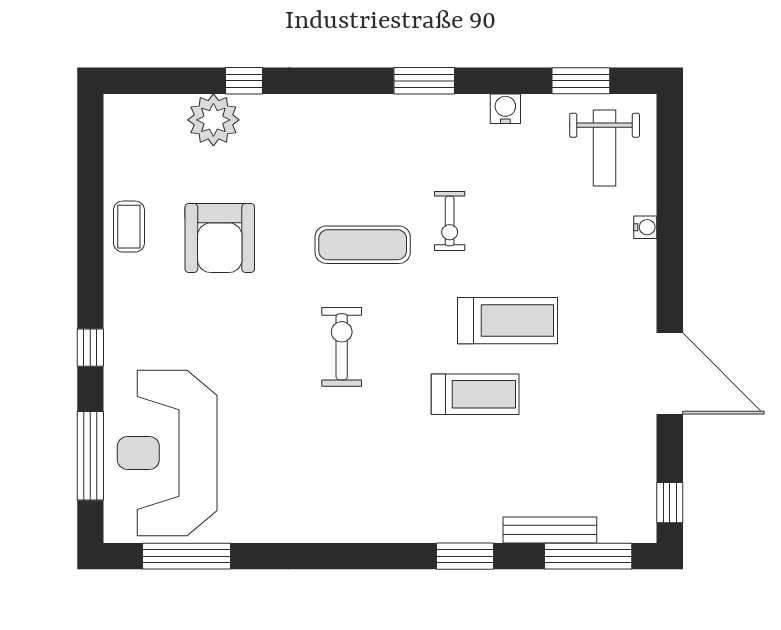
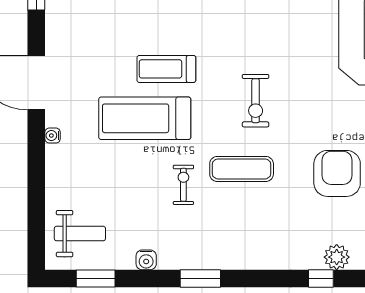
plant: (213, 120) -> (337, 257), width x0.73, depth x0.73
weight bench: (605, 148) -> (80, 234), turned 90
water cooler: (645, 227) -> (53, 136), moved
treadmill: (507, 321) -> (145, 118), width x1.37, depth x1.37

